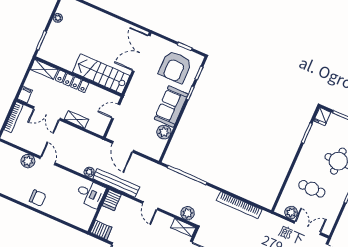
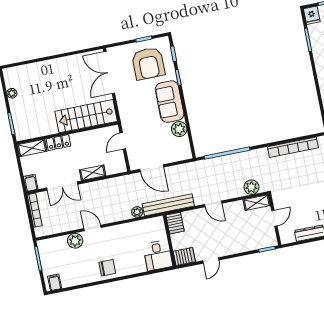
locker: (72, 81) -> (58, 143), width x0.66
desk: (90, 194) -> (158, 255), moved, turned 90

